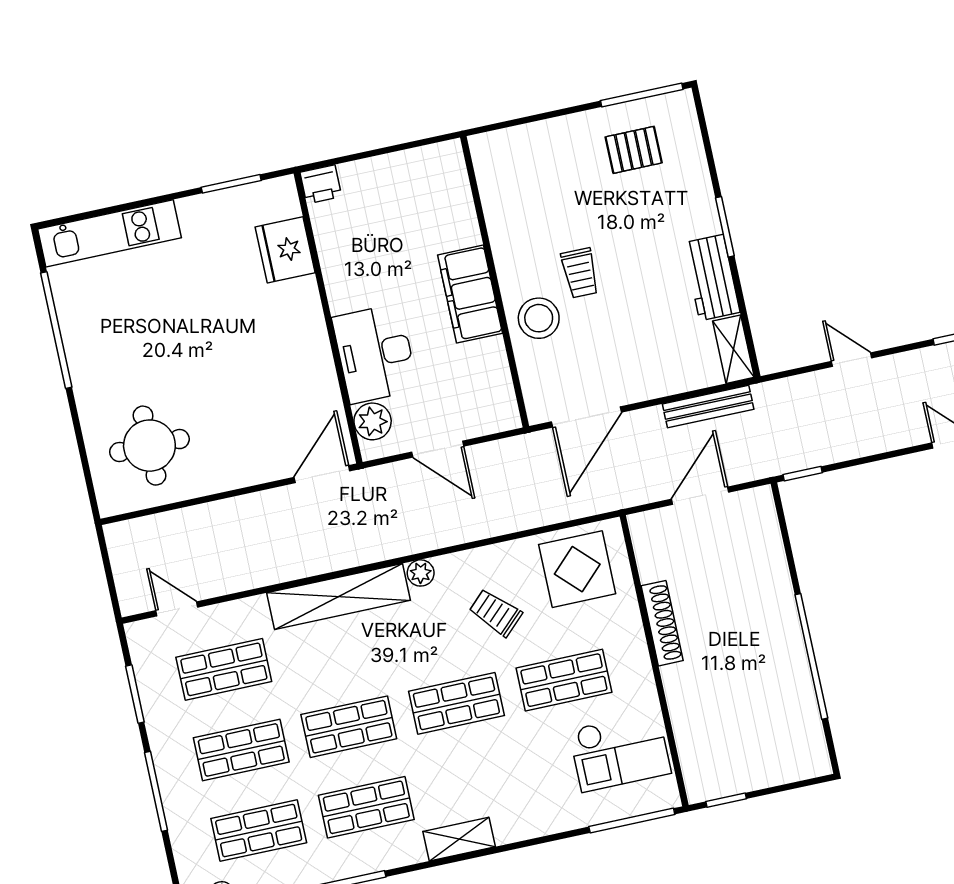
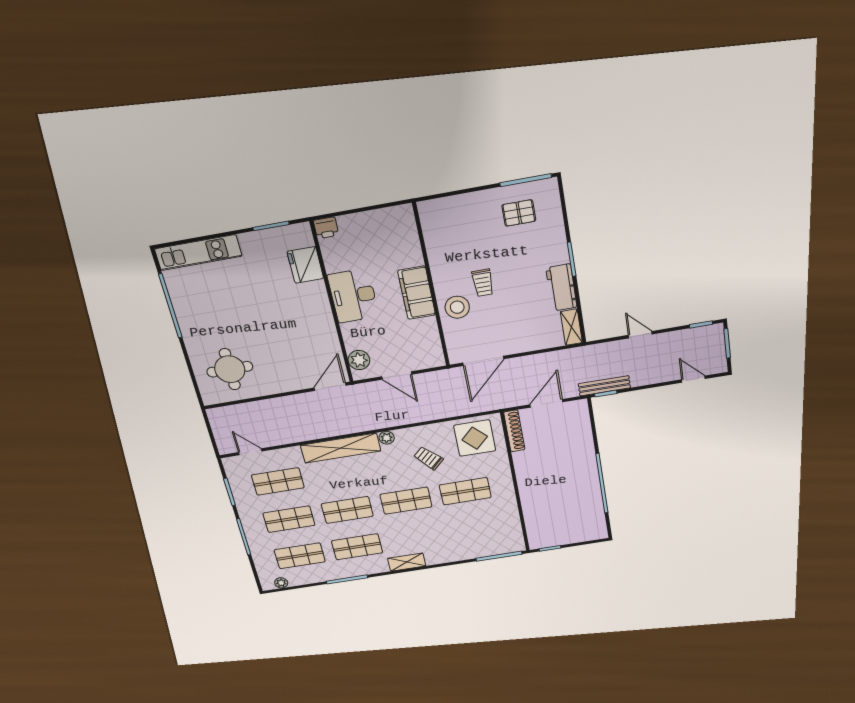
desk: (375, 354) -> (353, 296), moved
bench: (708, 407) -> (604, 386), moved
shoe rack: (662, 623) -> (514, 431), moved
checkout: (620, 752) -> (494, 525), removed

